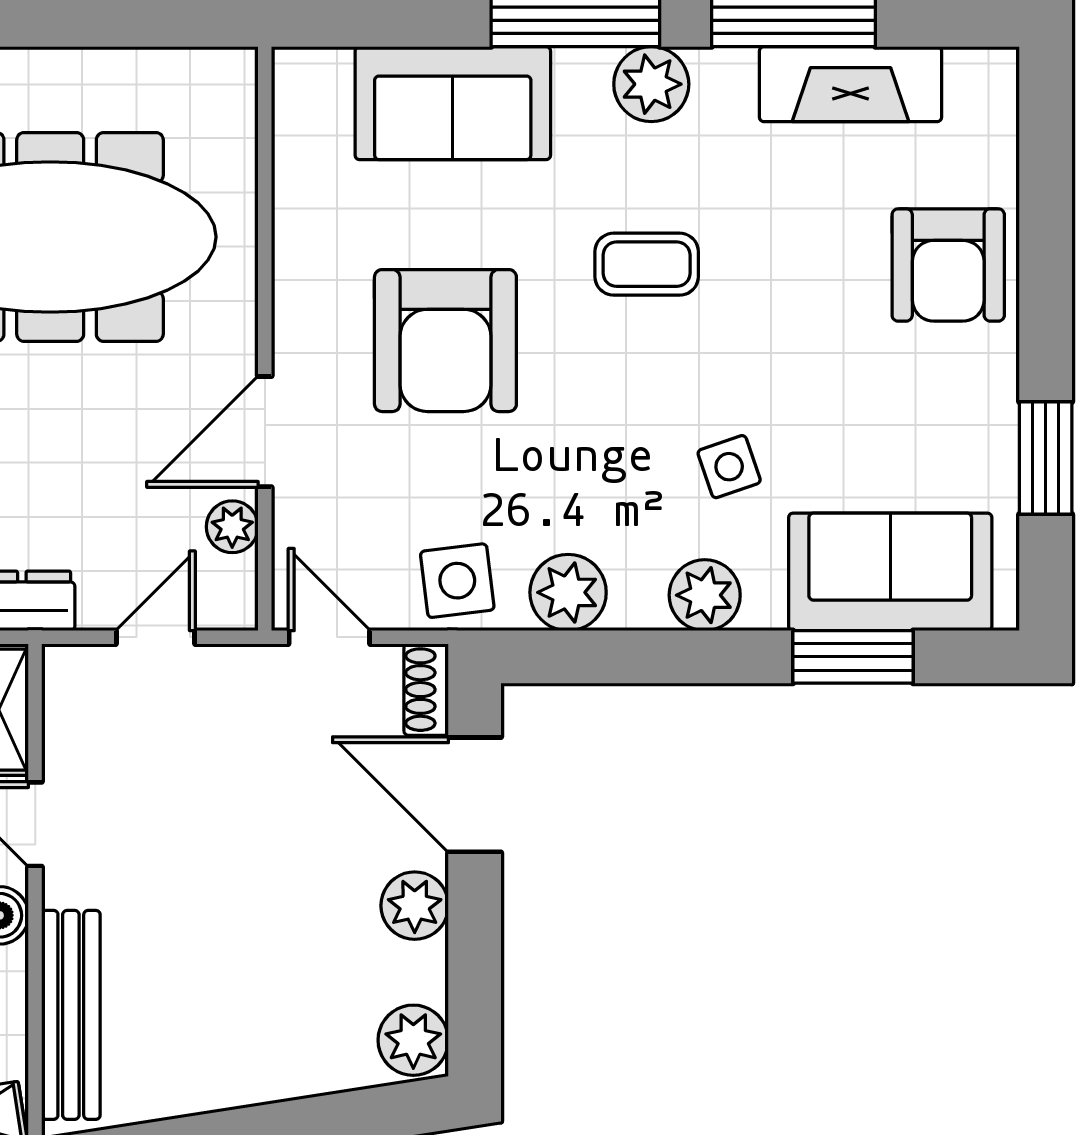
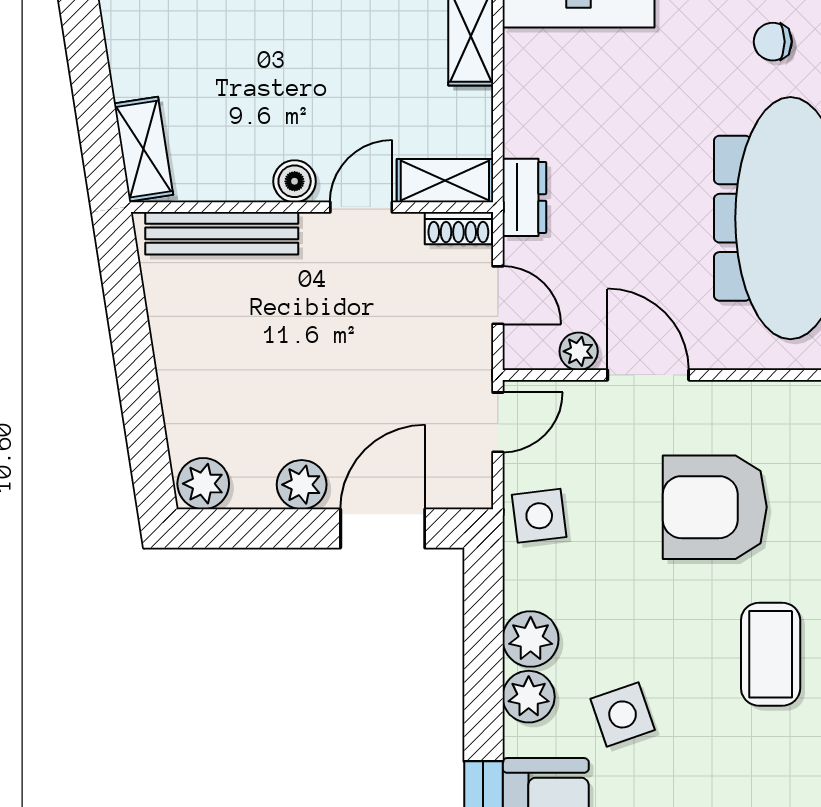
coffee table: (647, 264) -> (771, 654), width x1.36, depth x1.30
side table: (729, 467) -> (623, 714), width x1.37, depth x1.37
plant: (568, 592) -> (531, 639), moved
shoe rack: (426, 690) -> (458, 228), moved, turned 180

